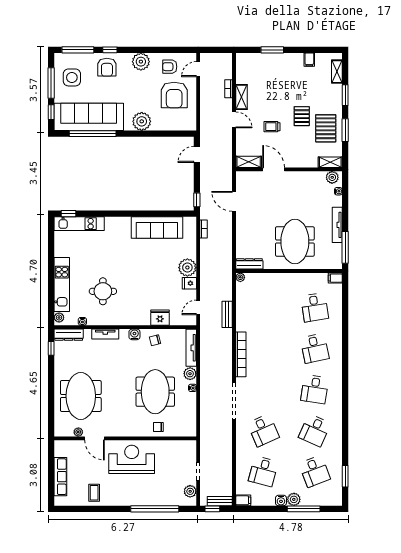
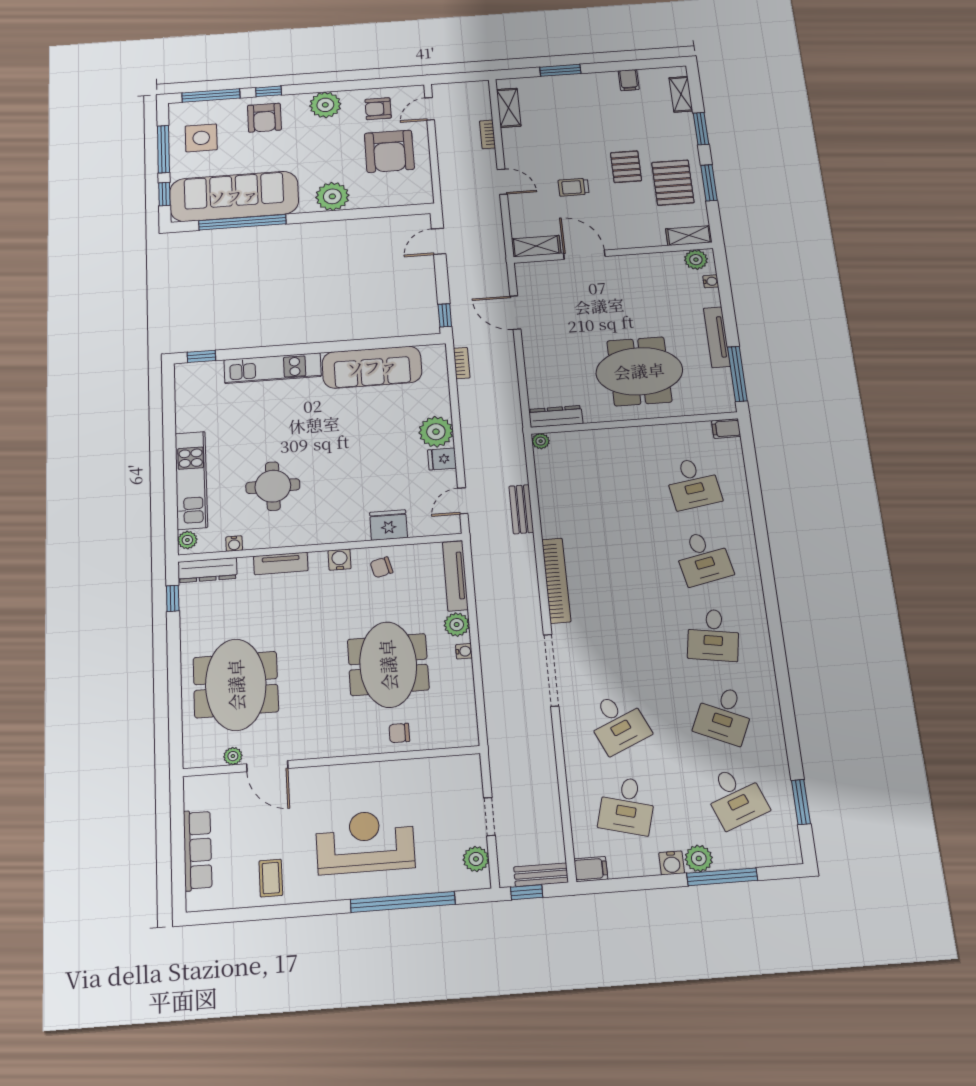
shelving: (241, 97) -> (509, 108), moved
kitchen unit: (79, 224) -> (273, 368), moved
meeting table: (295, 241) -> (639, 371), turned 90
reception desk: (132, 459) -> (365, 842), moved

